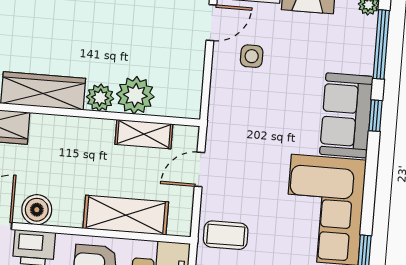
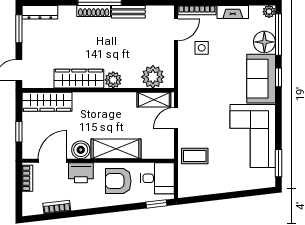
floor lamp: (357, 55) -> (264, 42), added
plant: (135, 95) -> (153, 77), moved
shelving: (144, 134) -> (154, 100), moved
shelving: (126, 215) -> (116, 149), moved

